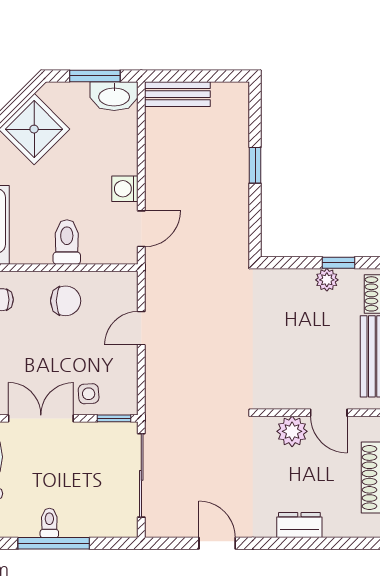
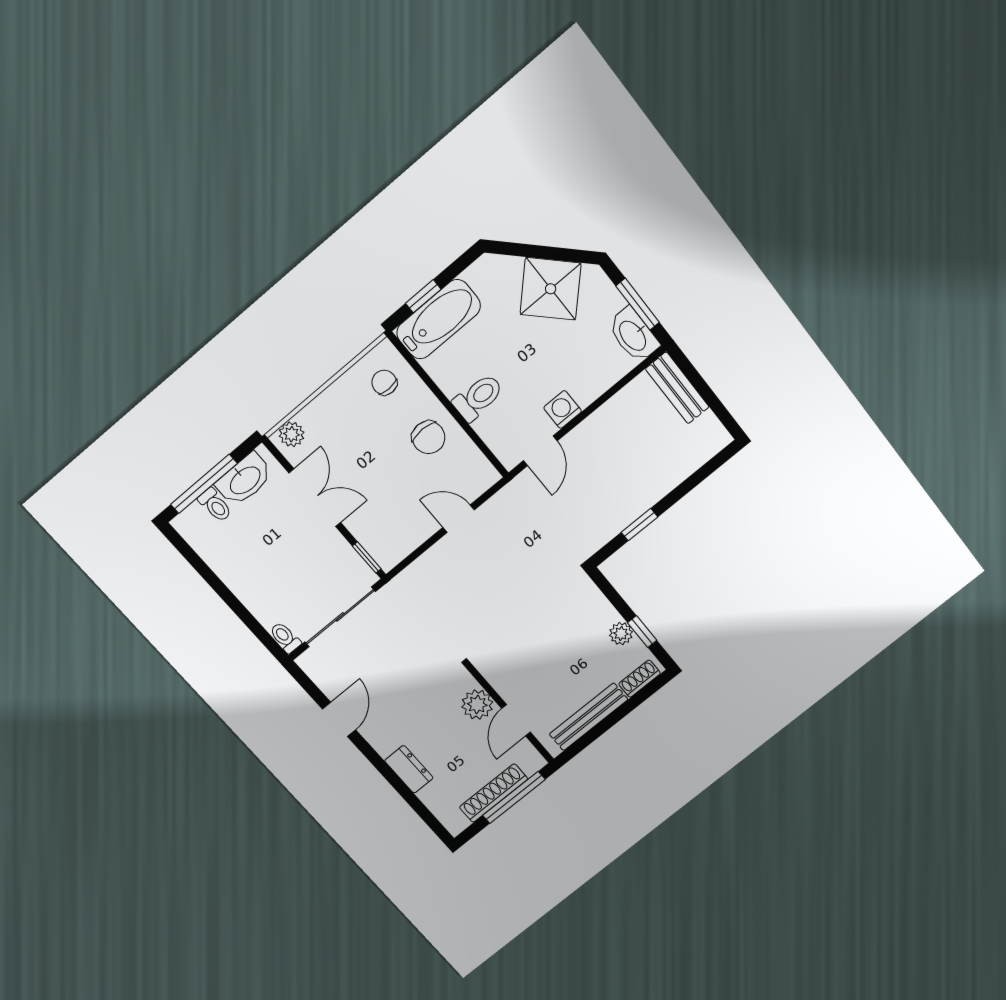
window: (255, 165) -> (639, 525), moved
door: (141, 229) -> (540, 451), hinge flipped
side table: (89, 394) -> (369, 520), removed
toilet: (49, 523) -> (285, 638), moved, turned -90
window: (54, 543) -> (224, 592), removed

